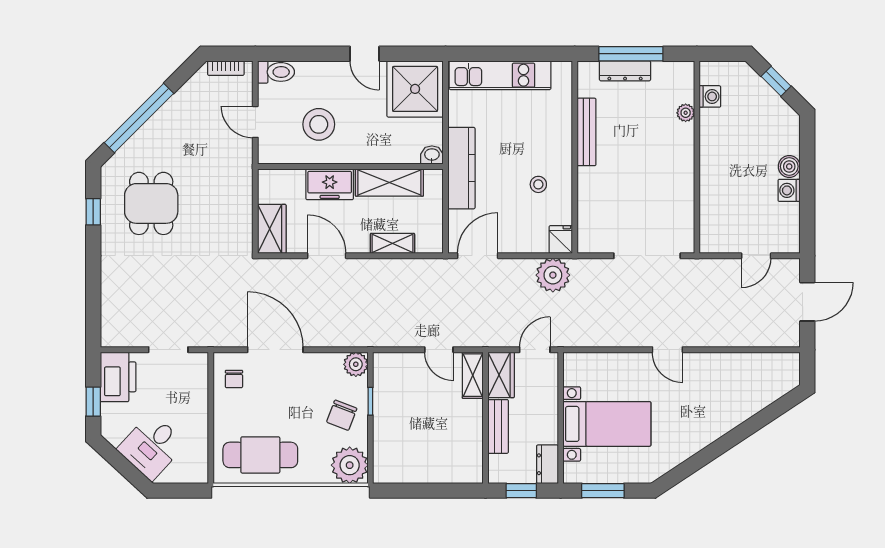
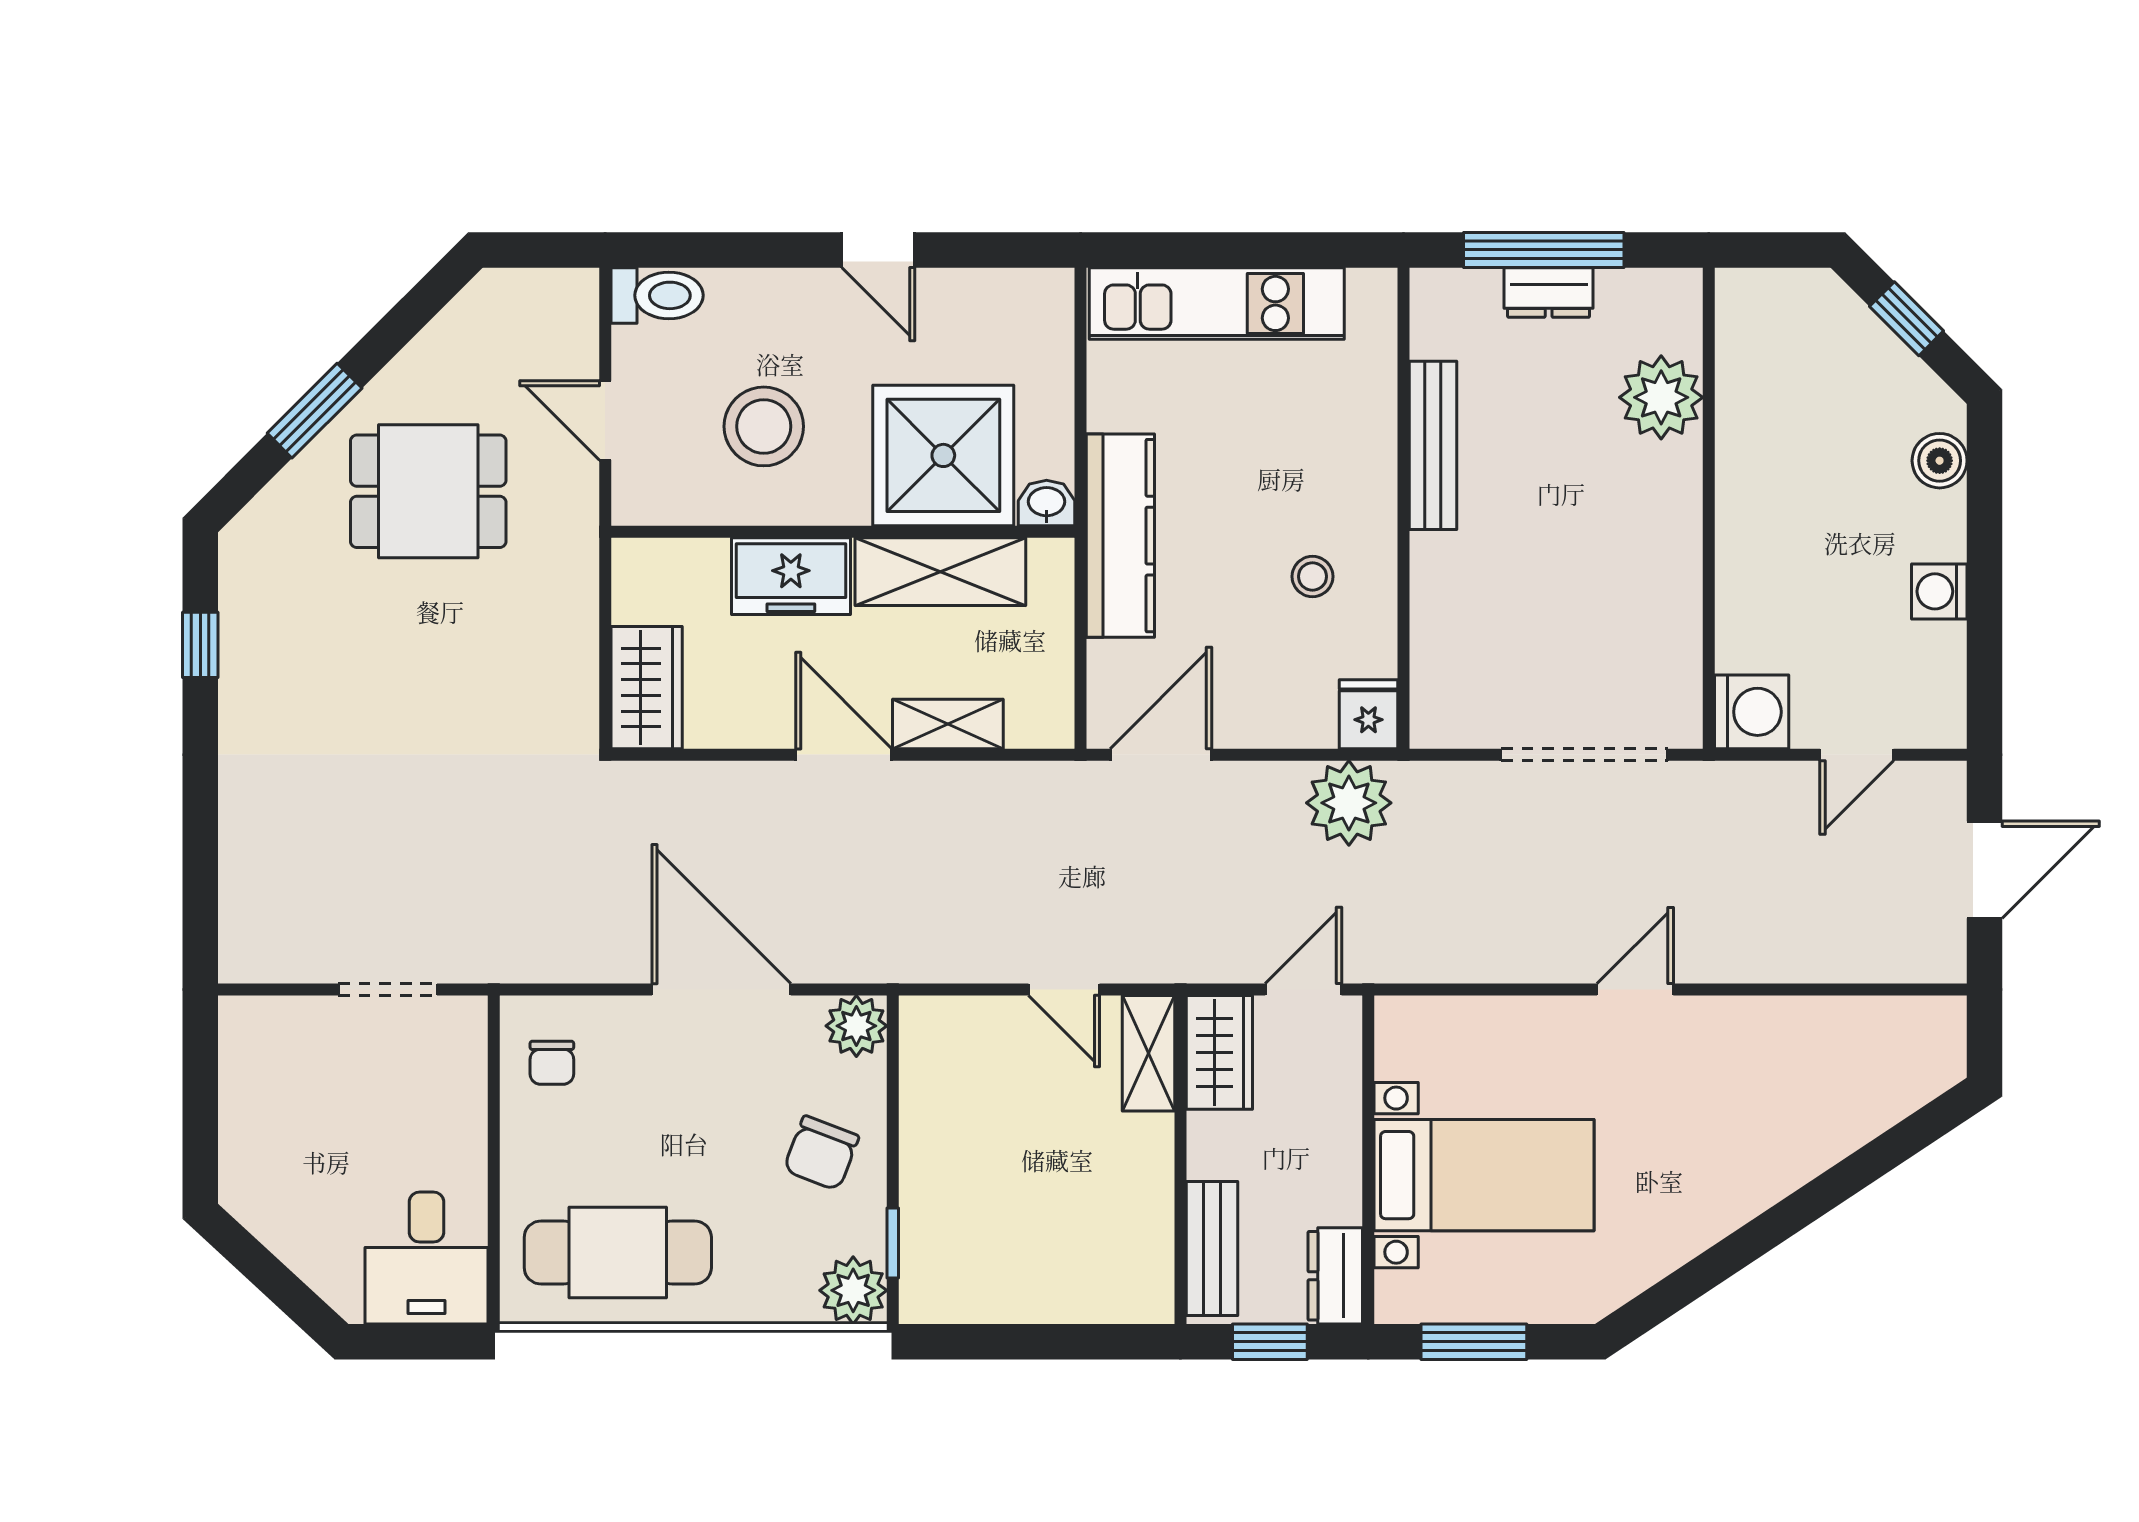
bookcase: (226, 68) -> (532, 286), removed
dresser: (625, 71) -> (1549, 293), width x0.70
shower: (415, 89) -> (943, 455), moved
washing machine: (710, 96) -> (1752, 712), moved, width x1.38, depth x1.38
plant: (686, 113) -> (1661, 397), width x1.87, depth x1.87
window: (139, 118) -> (315, 411), width x0.47
boiler: (789, 166) -> (1940, 461), moved
dining table: (151, 203) -> (428, 491), moved, turned 90
door: (327, 256) -> (844, 755), moved
door: (275, 350) -> (721, 990), moved
door: (667, 350) -> (1635, 990), swing flipped
printer: (118, 377) -> (262, 1057), removed
window: (370, 401) -> (893, 1243), moved
window: (93, 402) -> (200, 1119), removed
bench: (498, 426) -> (1212, 1248), moved
desk: (151, 447) -> (426, 1258), moved, turned -43
plant: (350, 465) -> (853, 1290), width x0.73, depth x0.73

